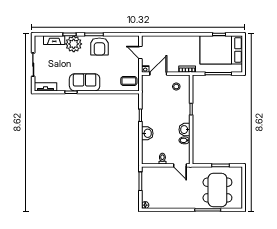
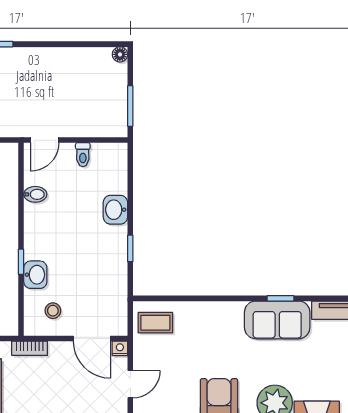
door: (140, 52) -> (130, 384), hinge flipped
door: (158, 74) -> (92, 338), hinge flipped
sofa: (85, 82) -> (277, 320), moved
washbasin: (184, 130) -> (35, 275), moved
door: (180, 165) -> (45, 140), swing flipped

